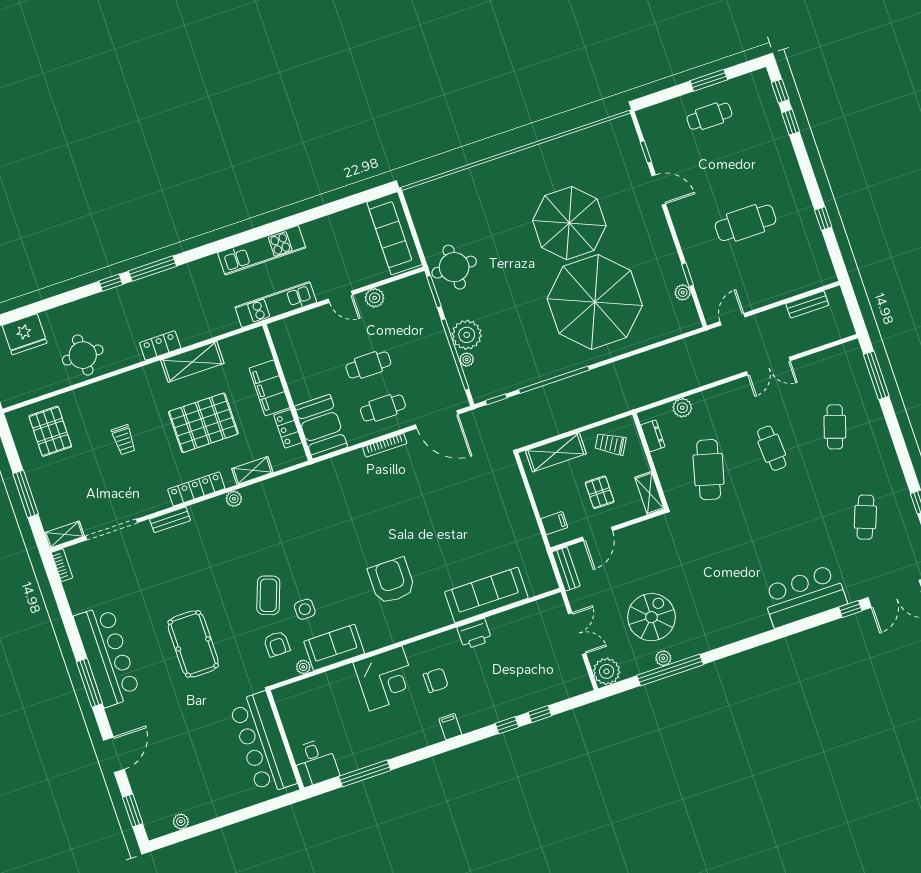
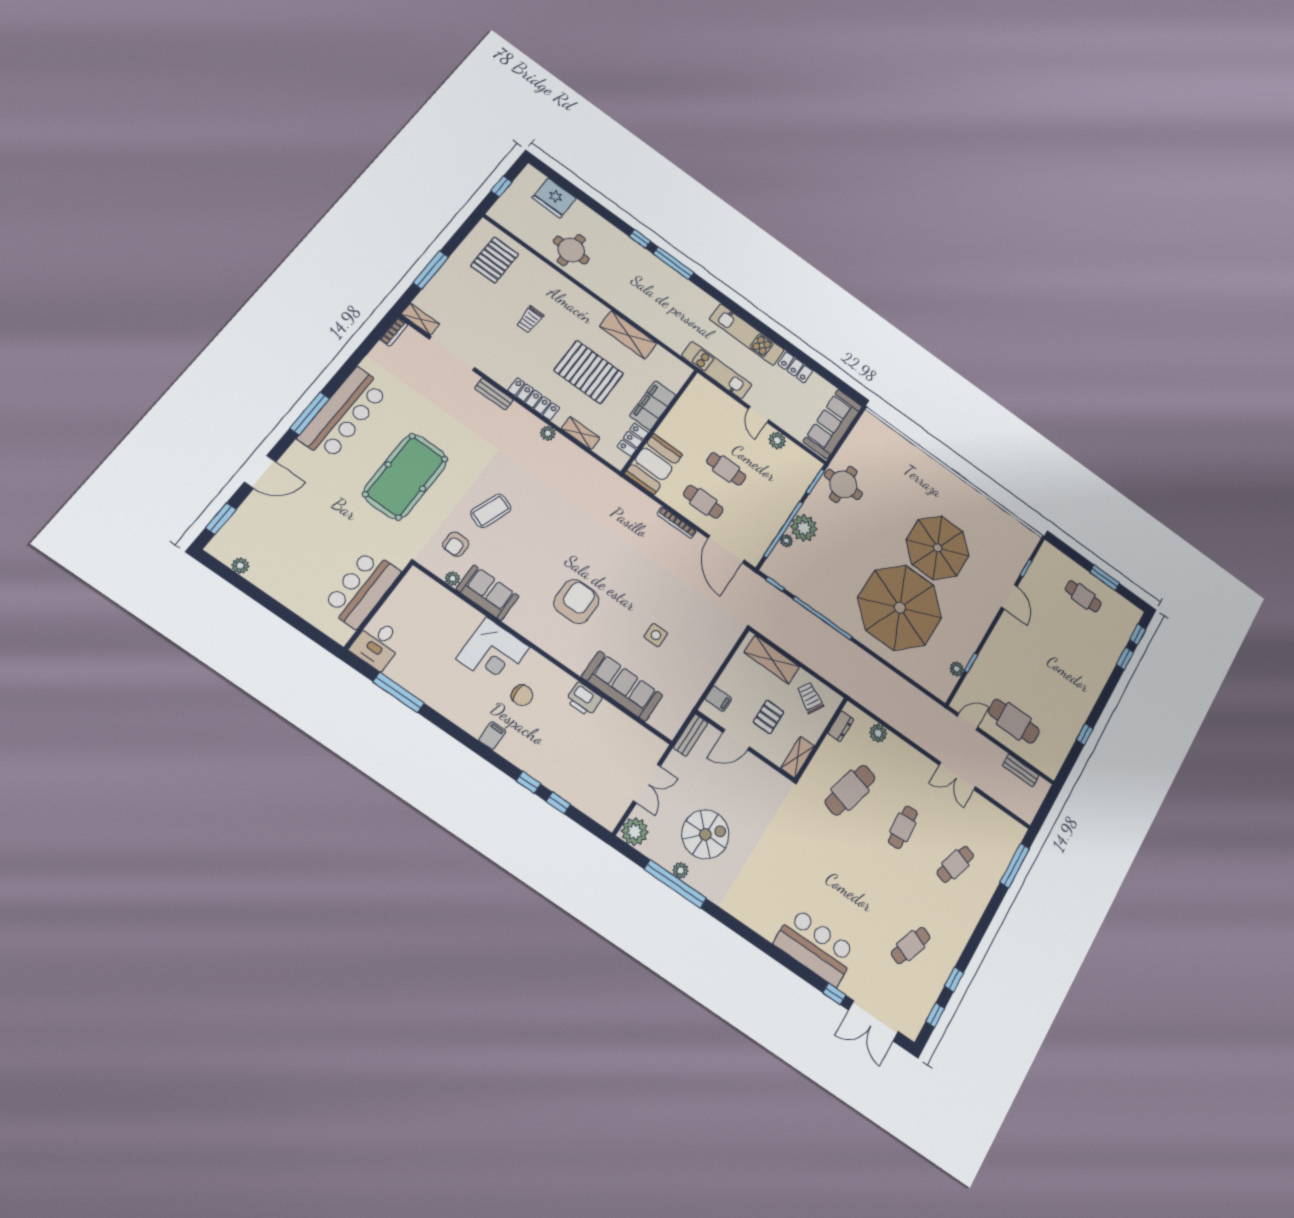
cafe table: (746, 223) -> (1014, 721), moved
locker: (160, 345) -> (795, 367), moved, turned 180
side table: (305, 609) -> (656, 635), moved
pool table: (193, 644) -> (405, 477), width x1.36, depth x1.32
bar counter: (263, 743) -> (362, 589), width x0.73

